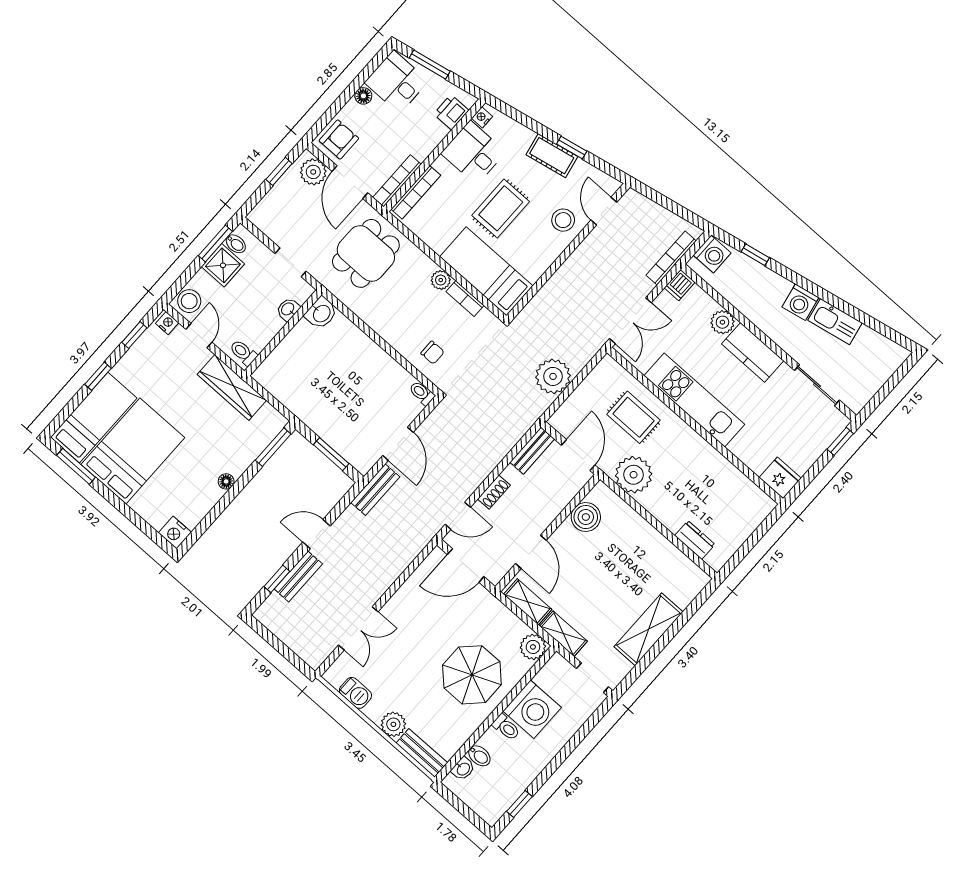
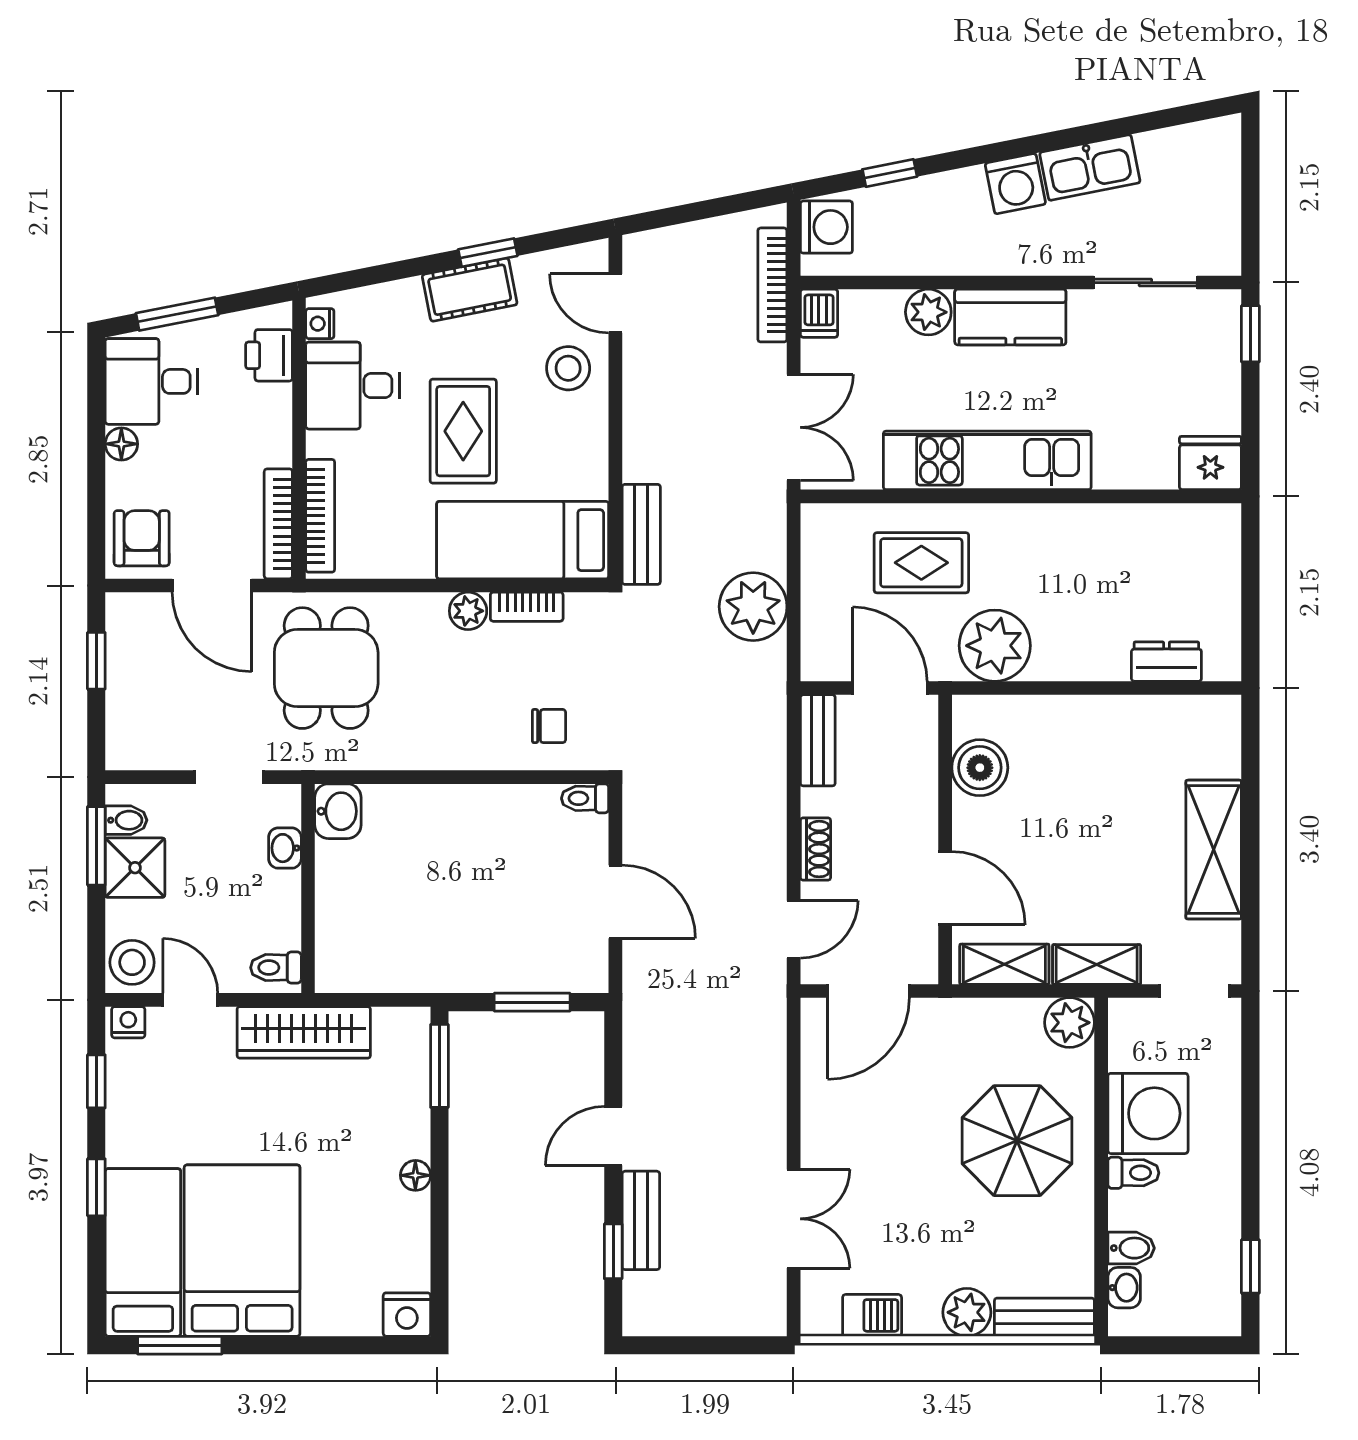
plant: (313, 172) -> (146, 618), removed
bench: (375, 490) -> (641, 534), moved

